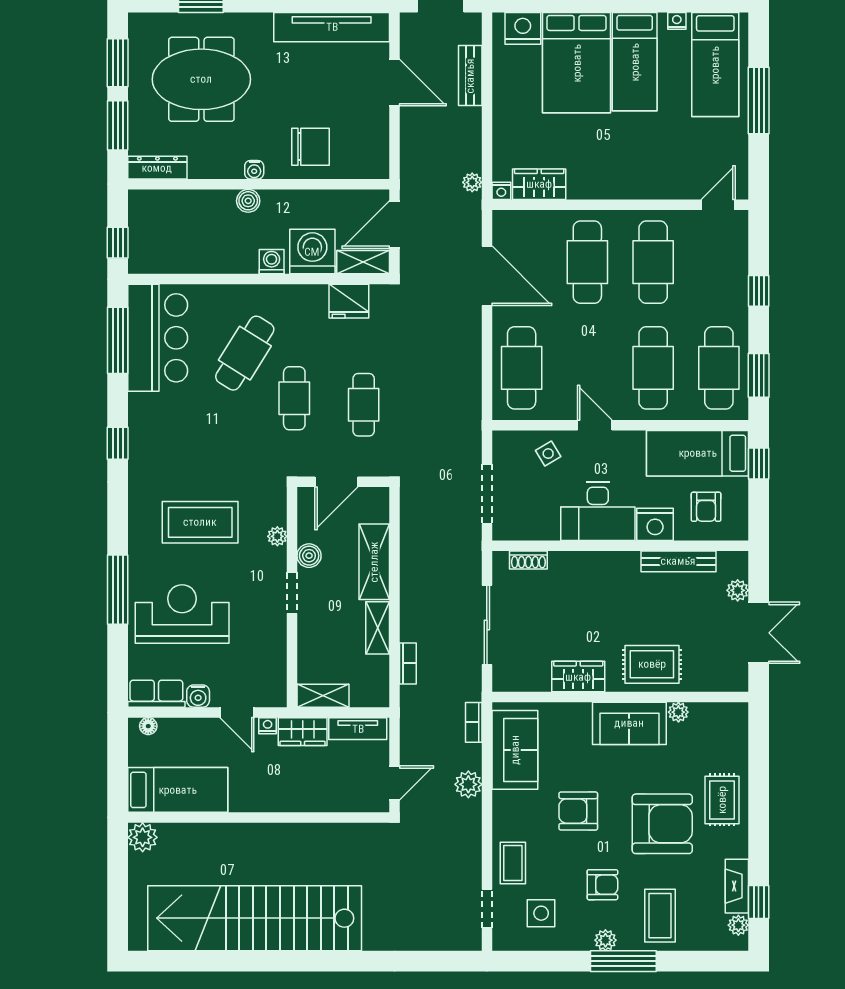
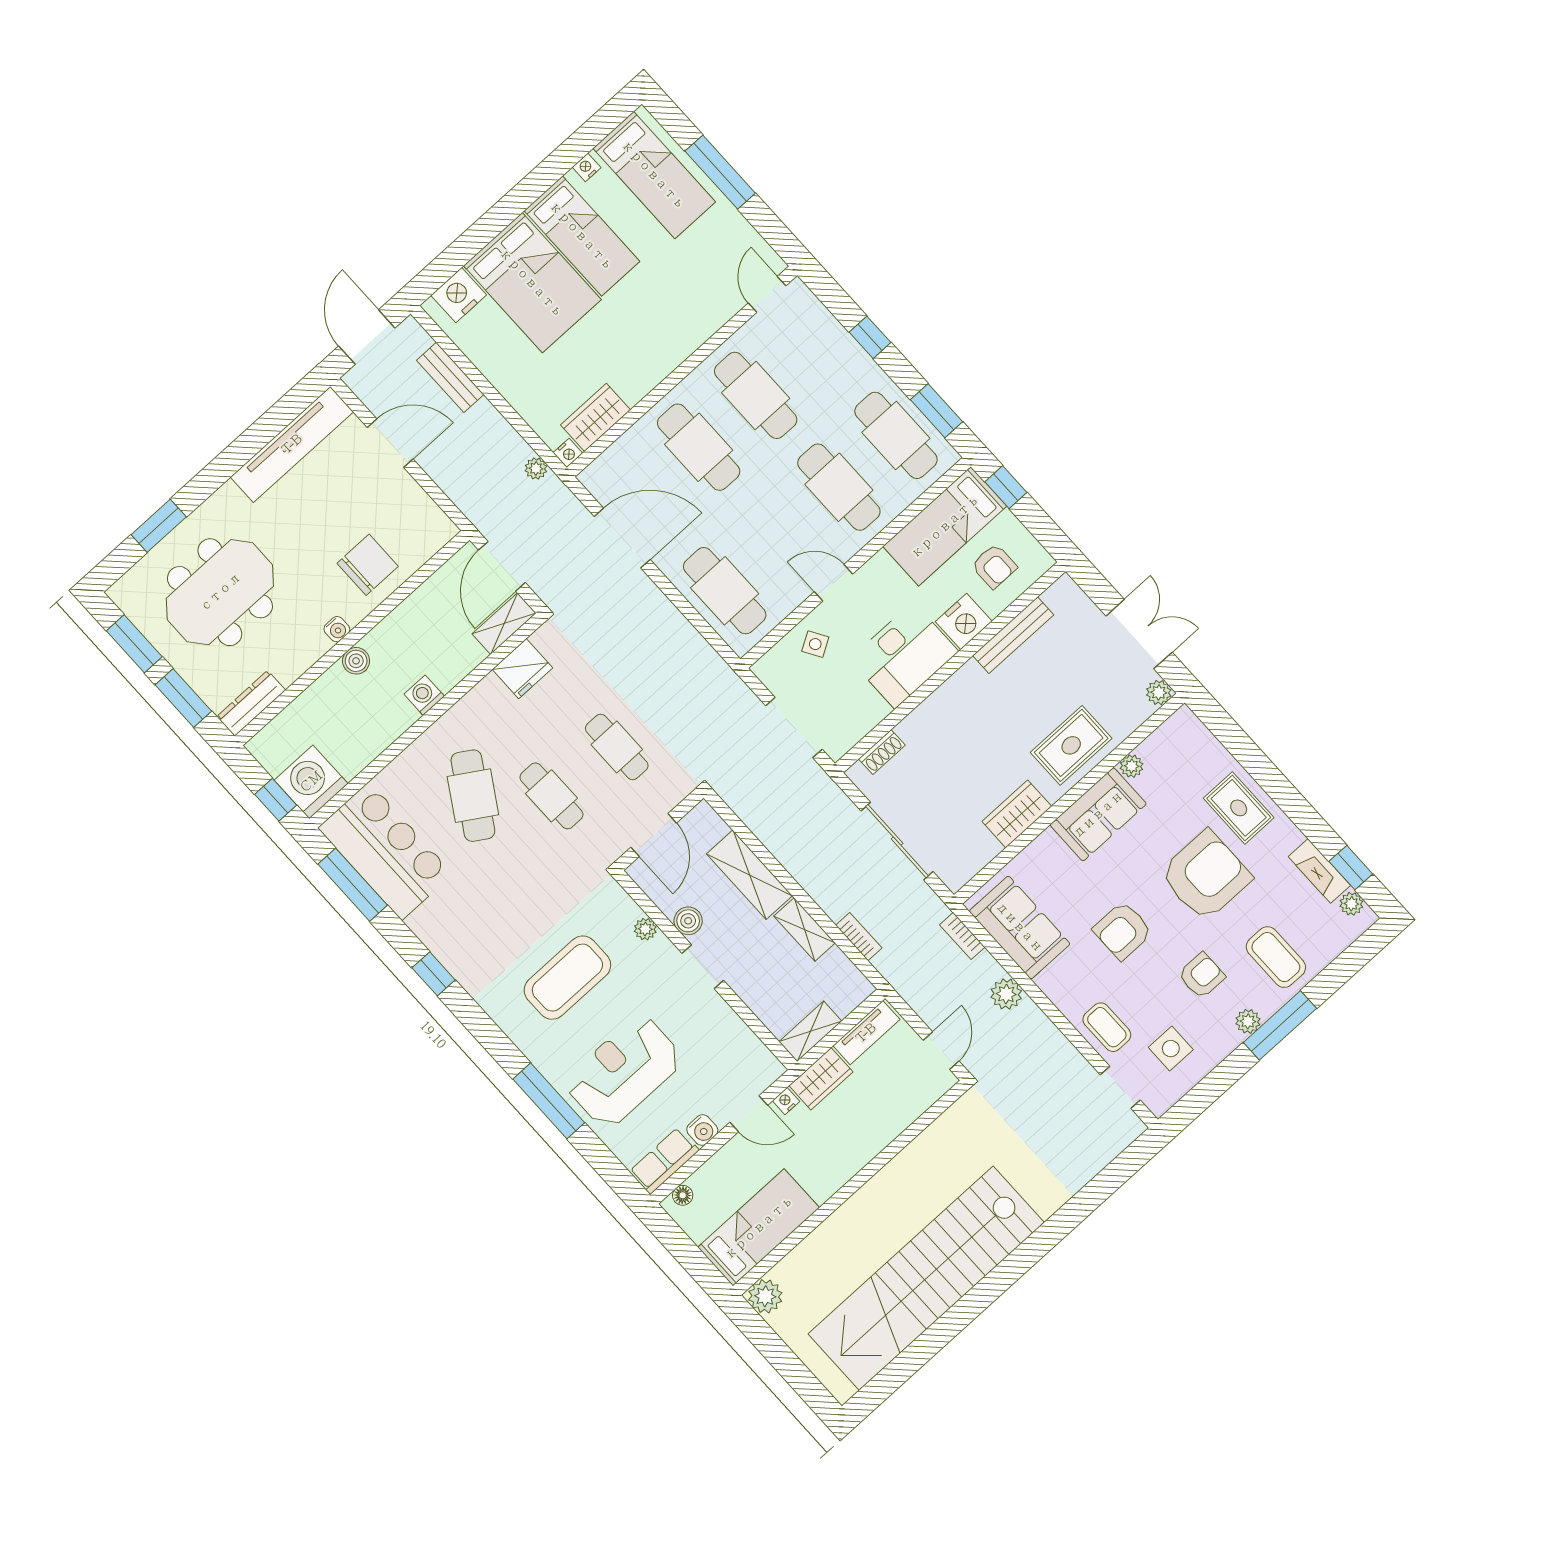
washing machine: (312, 252) -> (311, 782), moved
plant: (738, 590) -> (1159, 692), moved

